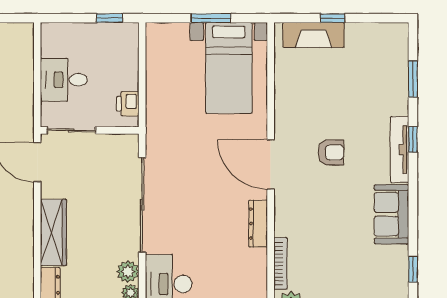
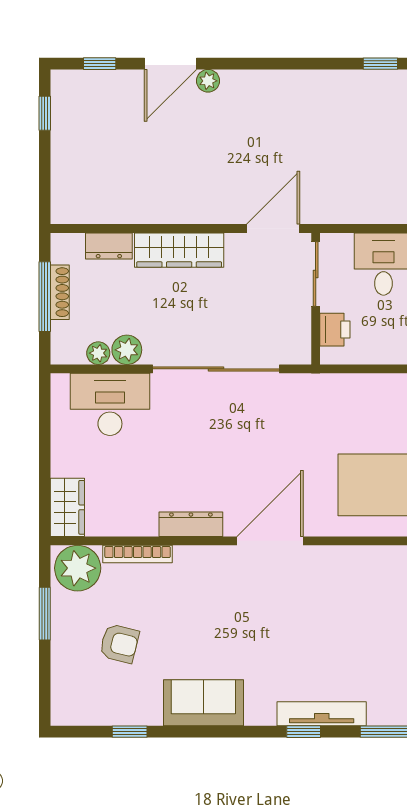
printer: (128, 104) -> (335, 330), moved, turned 90
tv unit: (400, 150) -> (322, 714), moved
armchair: (331, 152) -> (119, 643), moved, turned -76

